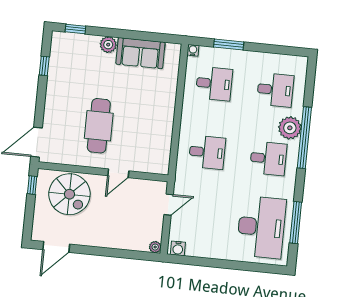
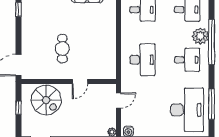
cafe table: (99, 126) -> (62, 49), width x0.73, depth x0.74
desk: (207, 152) -> (142, 60), width x1.37
window: (32, 185) -> (19, 108), moved

